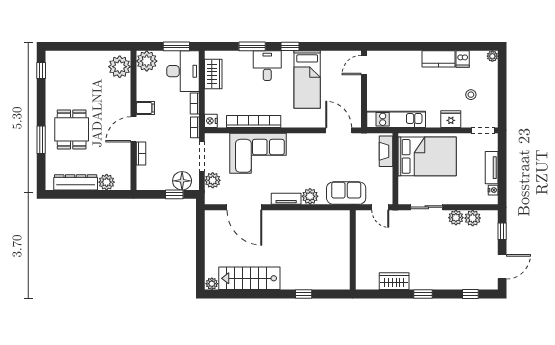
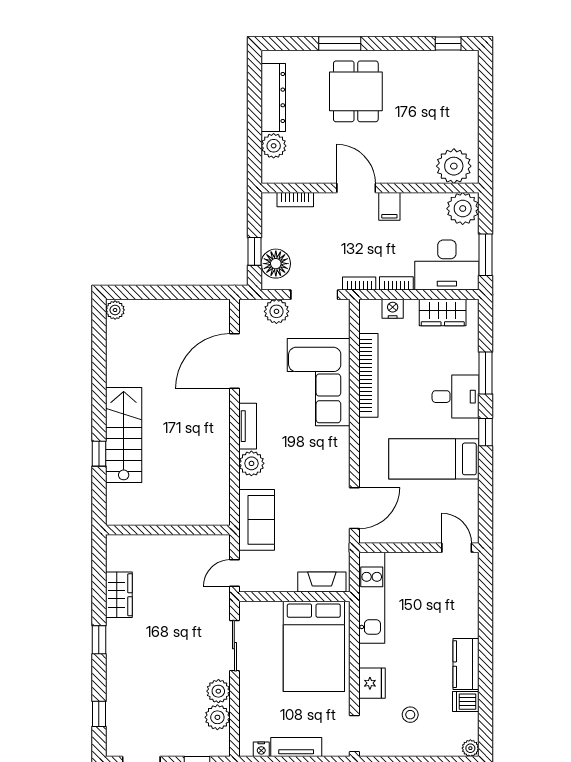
nightstand: (211, 121) -> (393, 309), moved
dining table: (72, 129) -> (356, 91), turned 90
bookcase: (141, 154) -> (295, 200), moved
stairs: (249, 278) -> (124, 435), moved

